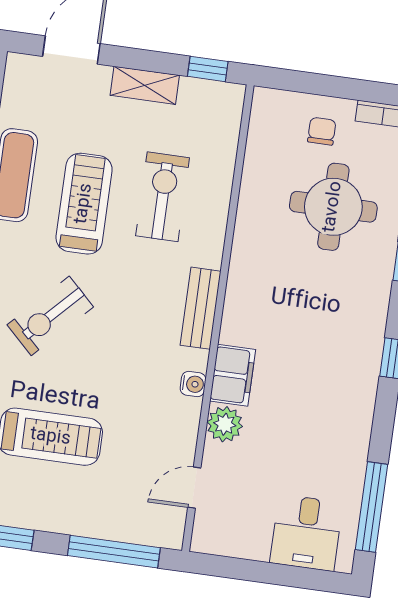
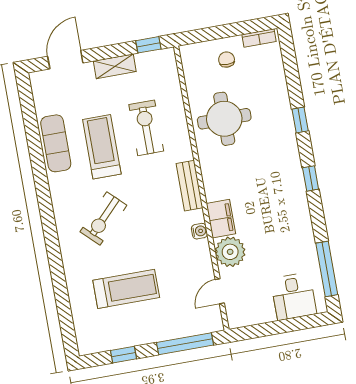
round table: (333, 207) -> (224, 119), moved
plant: (225, 424) -> (230, 252), width x1.36, depth x1.36

